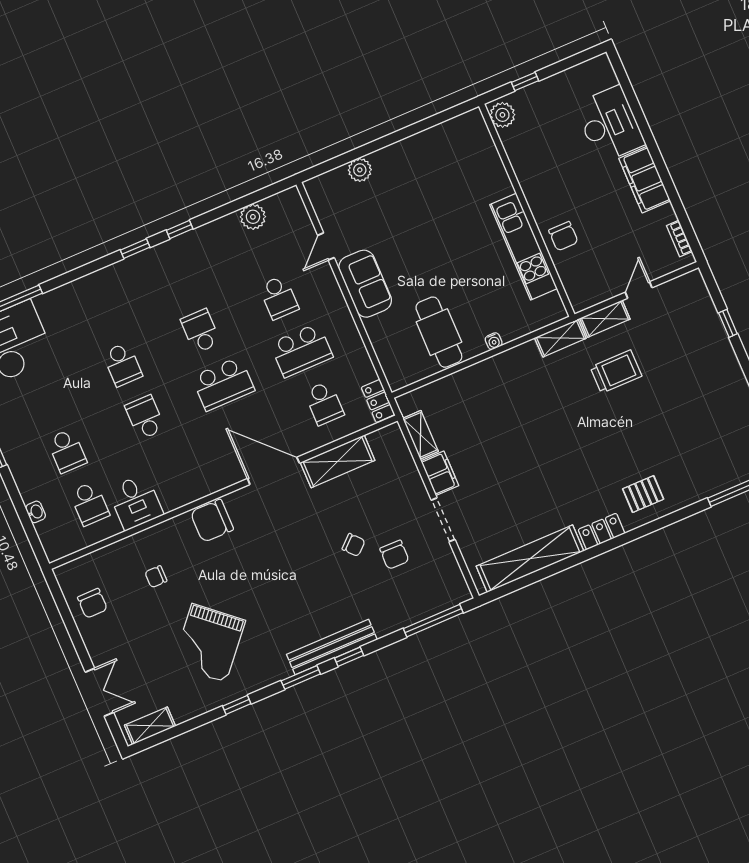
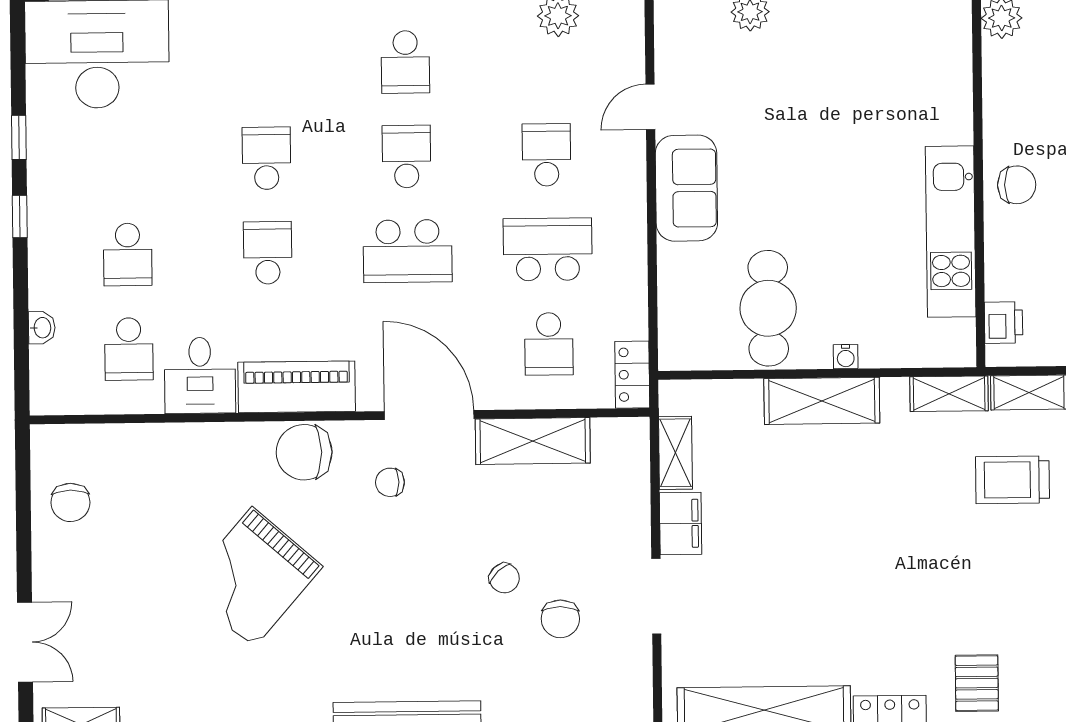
chair: (563, 236) -> (1017, 185), moved, turned -90
school desk: (178, 278) -> (405, 62), added
printer: (574, 285) -> (1004, 323), added
school desk: (279, 297) -> (546, 155), turned 180
school desk: (301, 350) -> (548, 249), turned 180
school desk: (122, 365) -> (267, 158), turned 180
shelving: (491, 372) -> (822, 401), added
trolley: (616, 372) -> (1013, 480), turned 180
piano: (192, 486) -> (297, 387), added
pallet: (643, 494) -> (977, 683), turned 90
chair: (156, 577) -> (390, 482), moved
grand piano: (209, 643) -> (253, 577), moved

